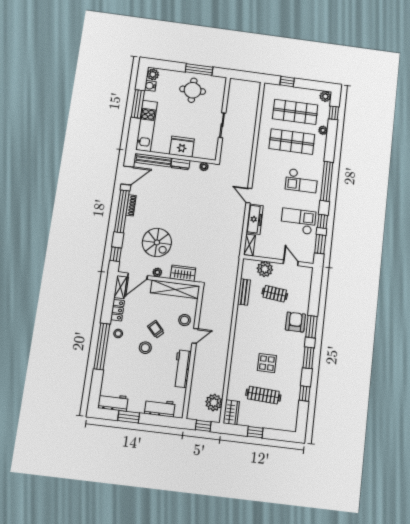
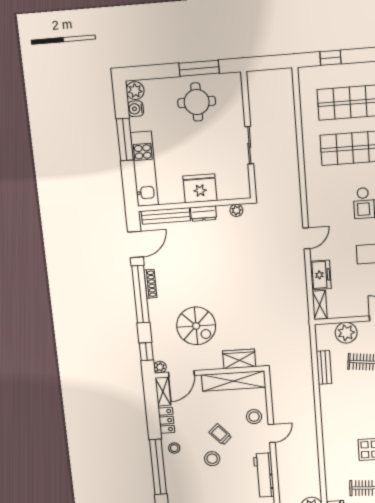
door: (249, 196) -> (306, 238), swing flipped
freezer: (255, 219) -> (321, 275), width x0.71
plant: (157, 272) -> (160, 367), moved

